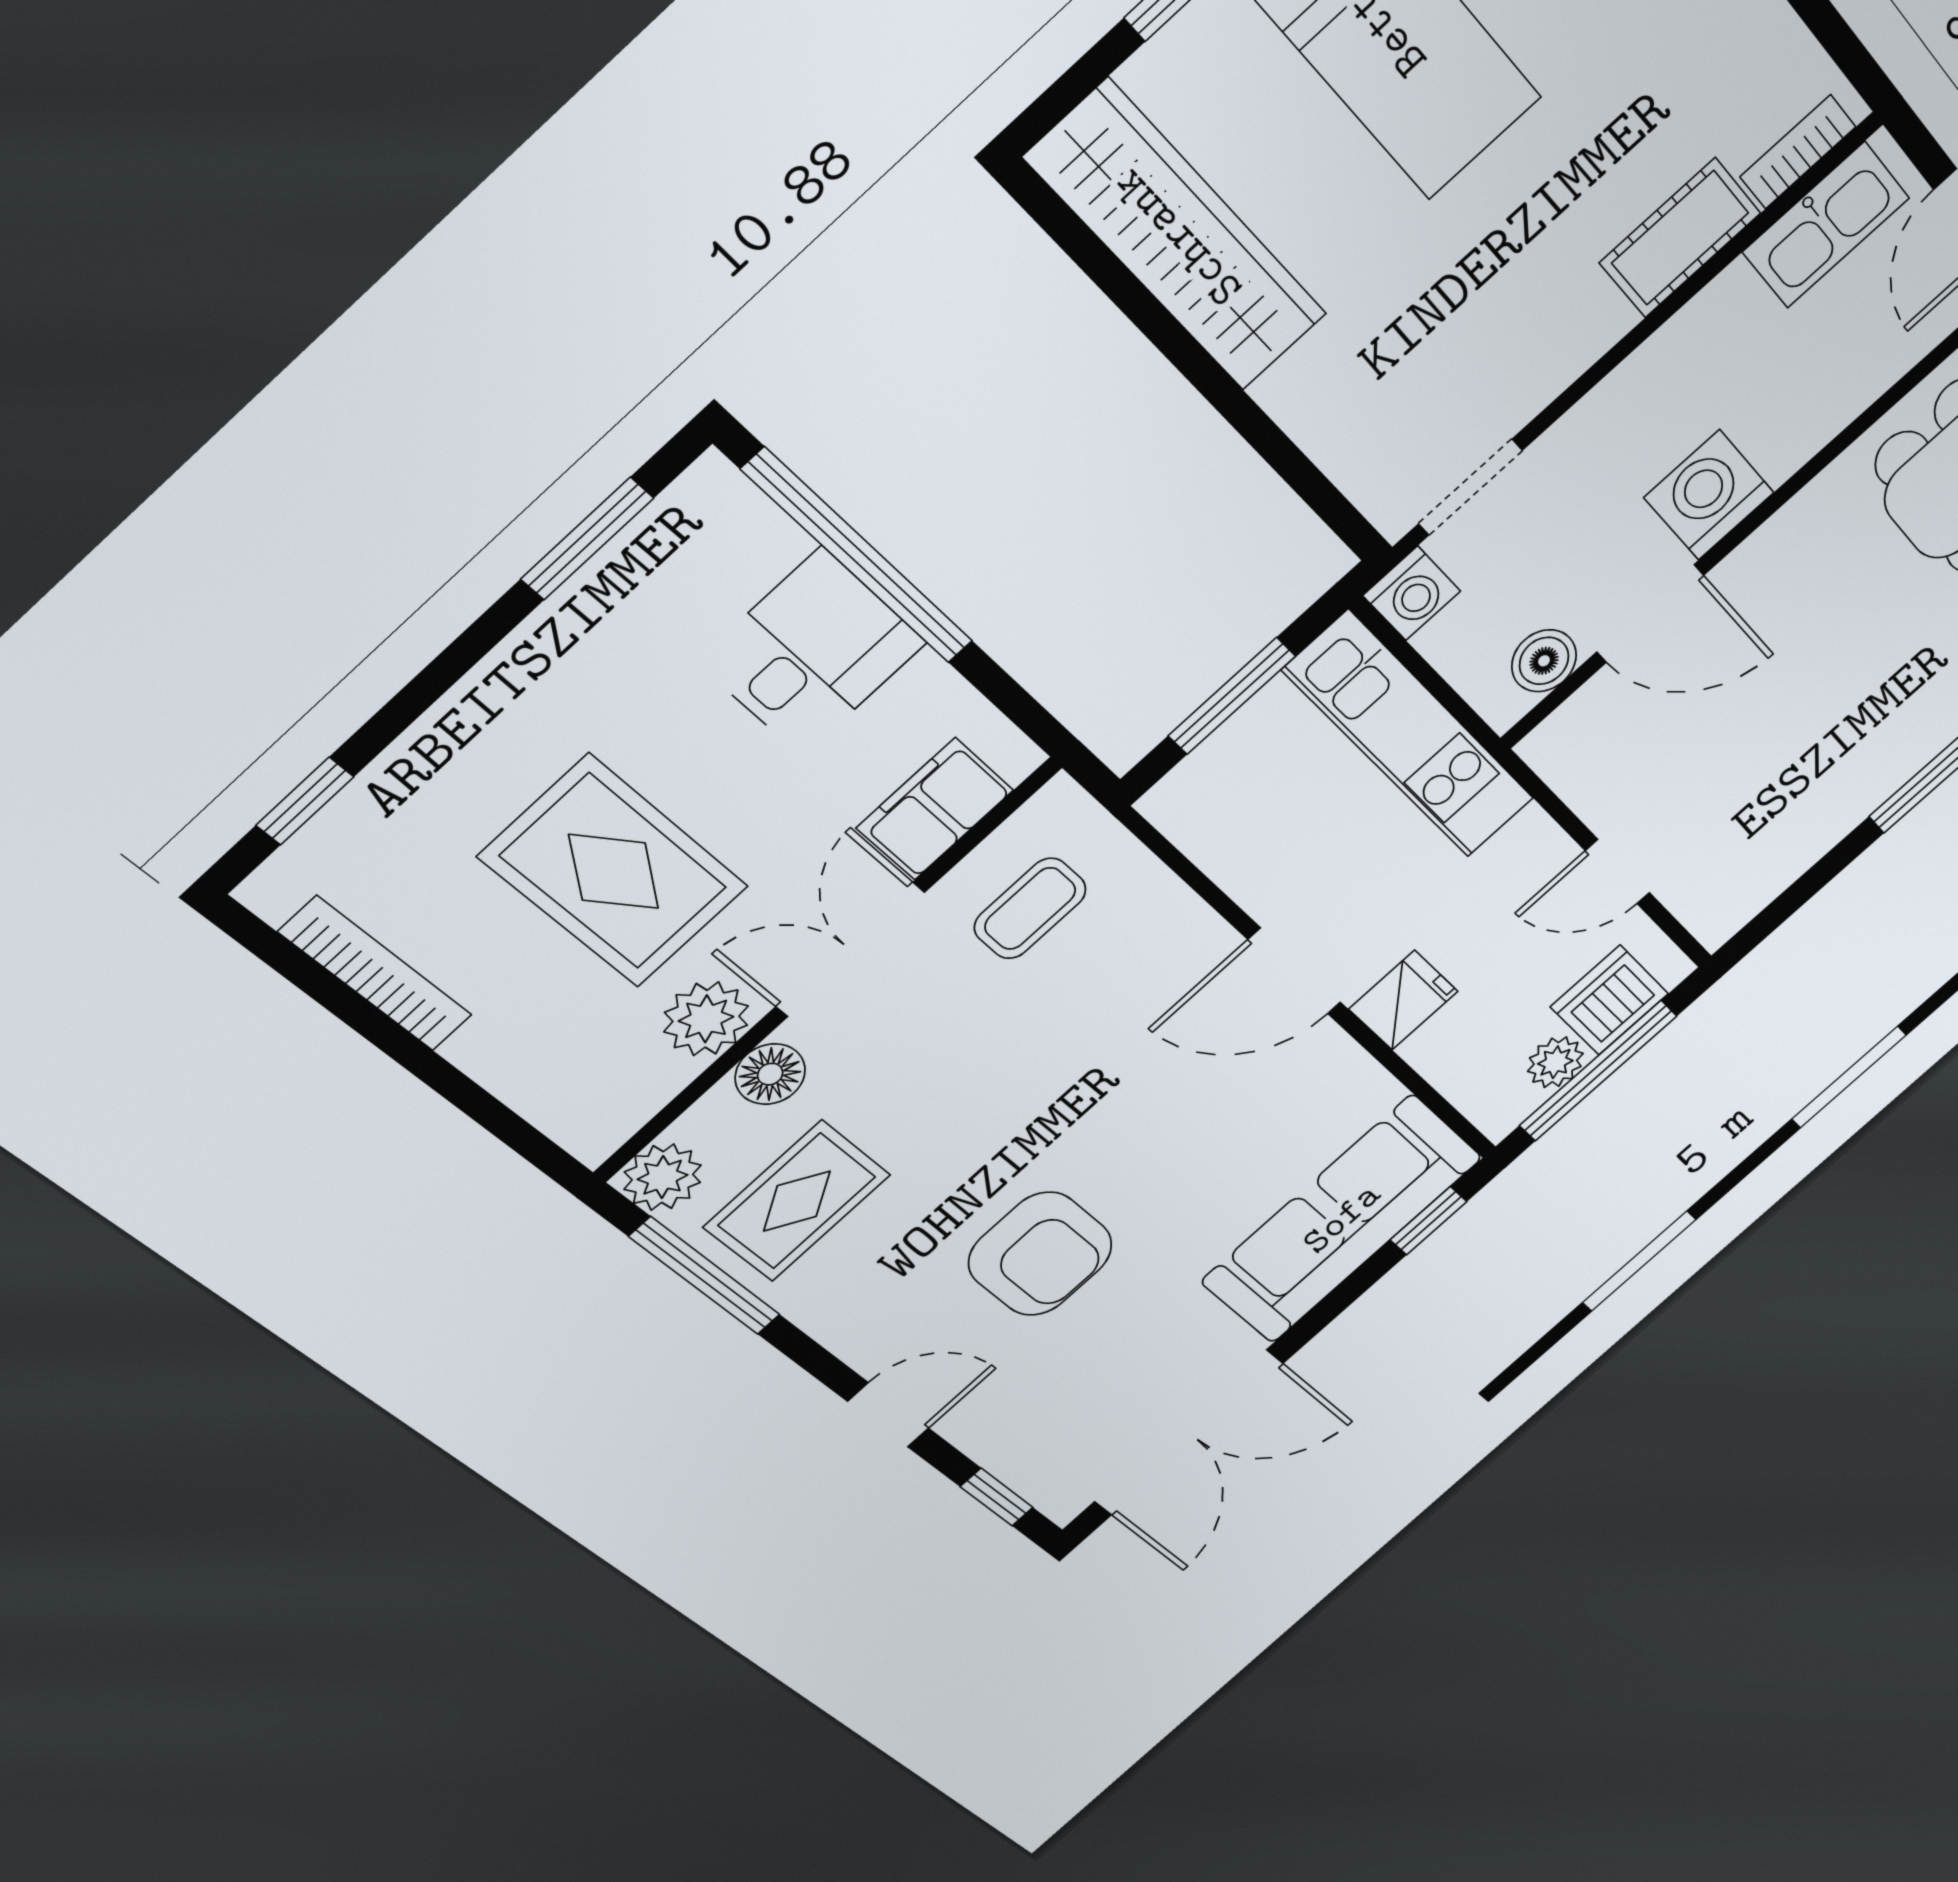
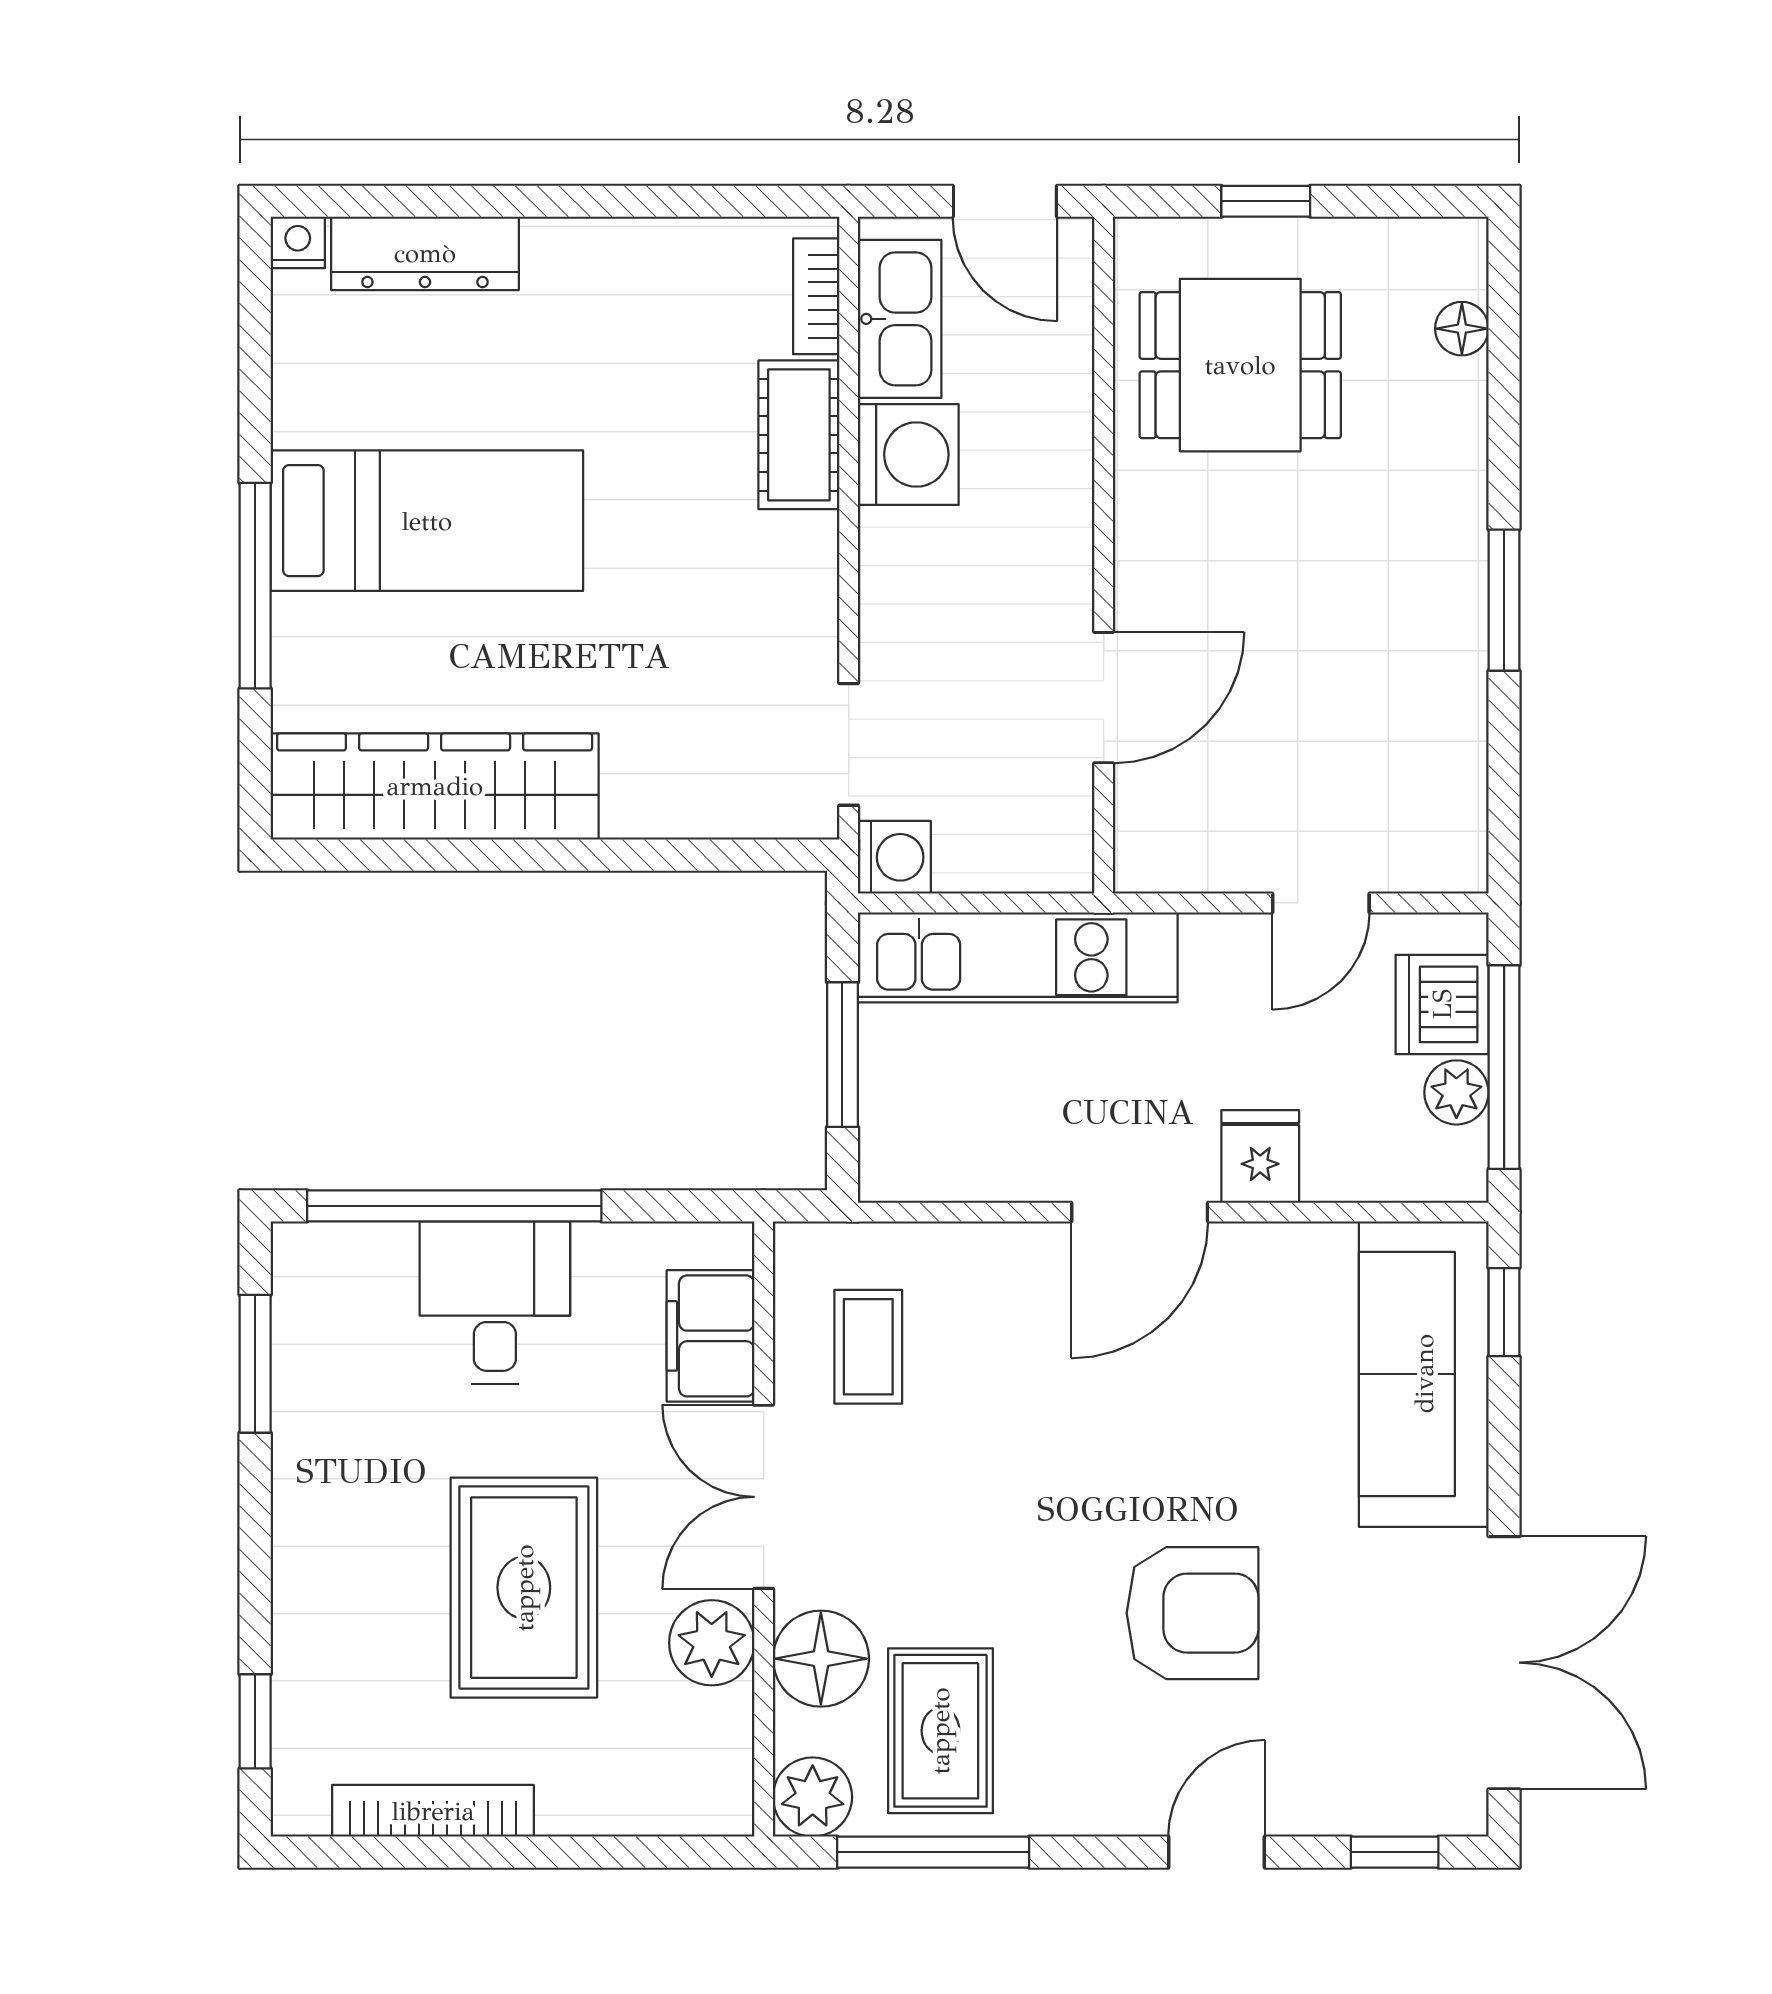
washing machine: (1709, 495) -> (908, 455), moved, turned 180
boiler: (1544, 661) -> (1060, 808), removed
rug: (614, 872) -> (524, 1588), turned 90
floor lamp: (770, 1074) -> (821, 1659), width x1.38, depth x1.38

